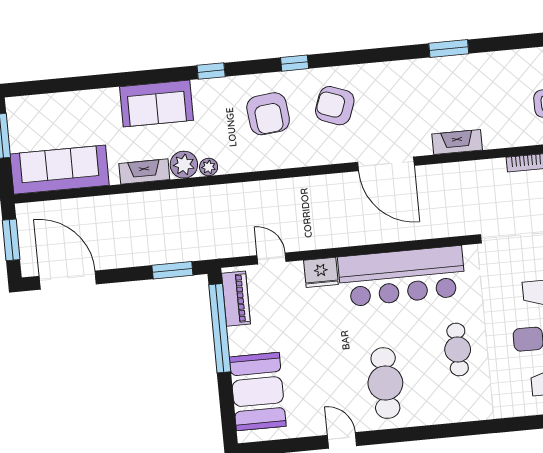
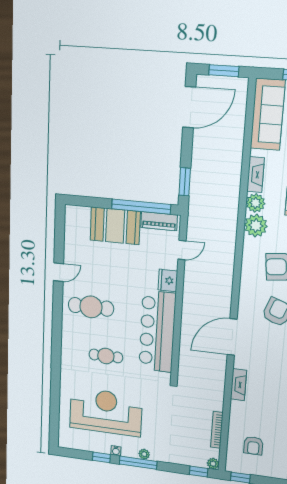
plant: (209, 167) -> (256, 226), width x1.87, depth x1.87
booth: (258, 392) -> (115, 226), moved

